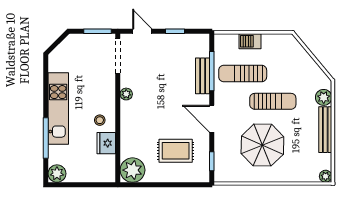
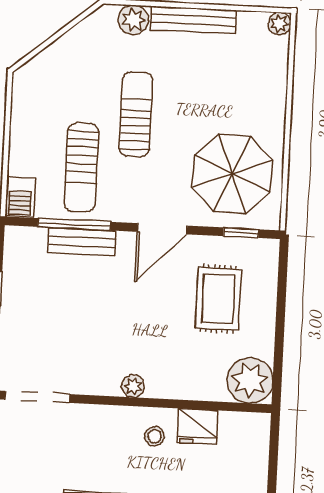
barbecue: (250, 41) -> (20, 197), moved
plant: (126, 94) -> (133, 386), moved
parasol: (262, 145) -> (232, 174), moved

